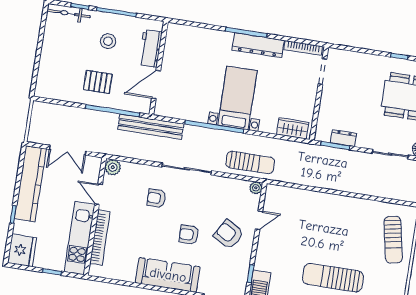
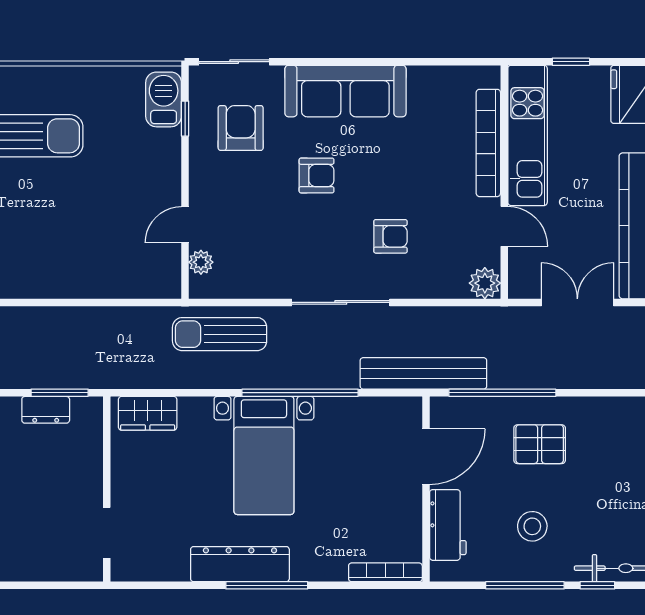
bookcase: (303, 48) -> (385, 572), moved
plant: (256, 188) -> (201, 262), moved
armchair: (229, 234) -> (241, 128), moved, turned -120

